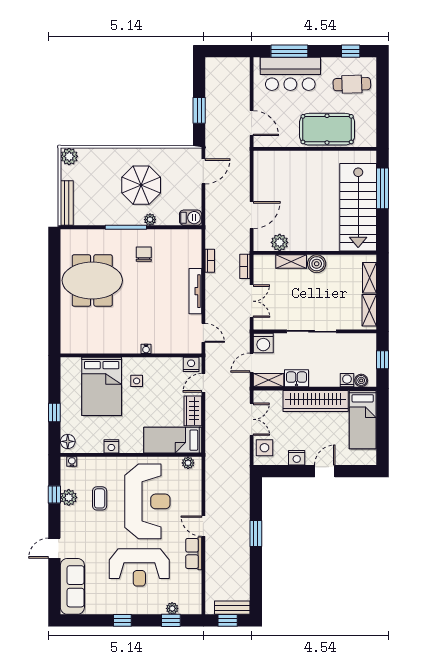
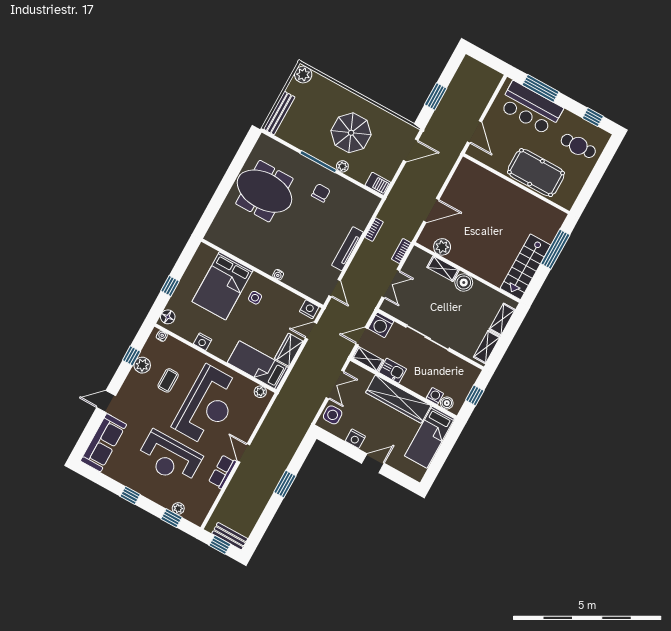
stairs: (358, 207) -> (525, 267), width x0.73, depth x0.66

